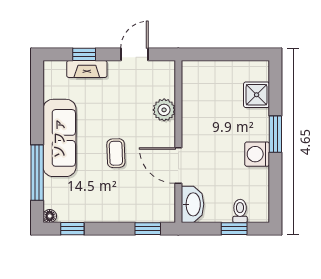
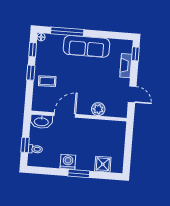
window: (84, 54) -> (135, 54), moved
coffee table: (116, 153) -> (47, 81), moved
window: (148, 229) -> (31, 73), moved

